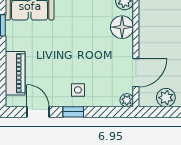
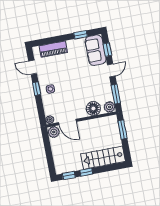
plant: (166, 98) -> (54, 132), moved
door: (38, 112) -> (33, 67), swing flipped

